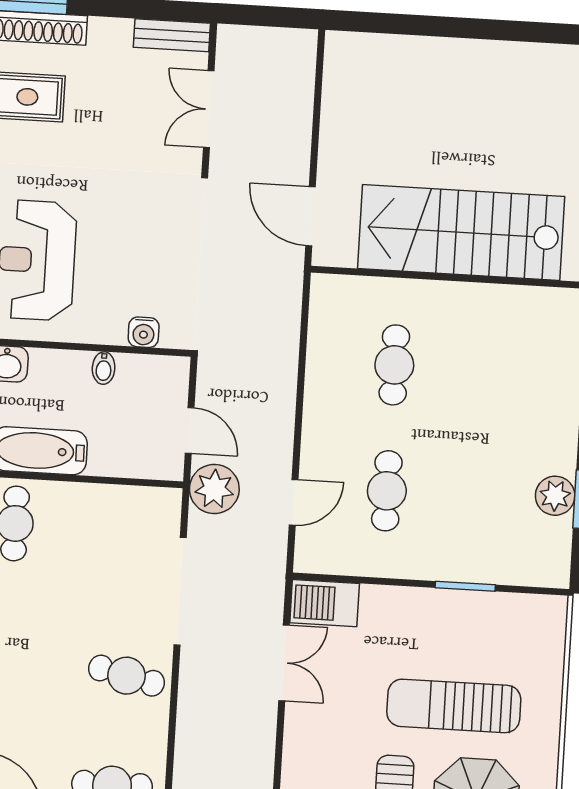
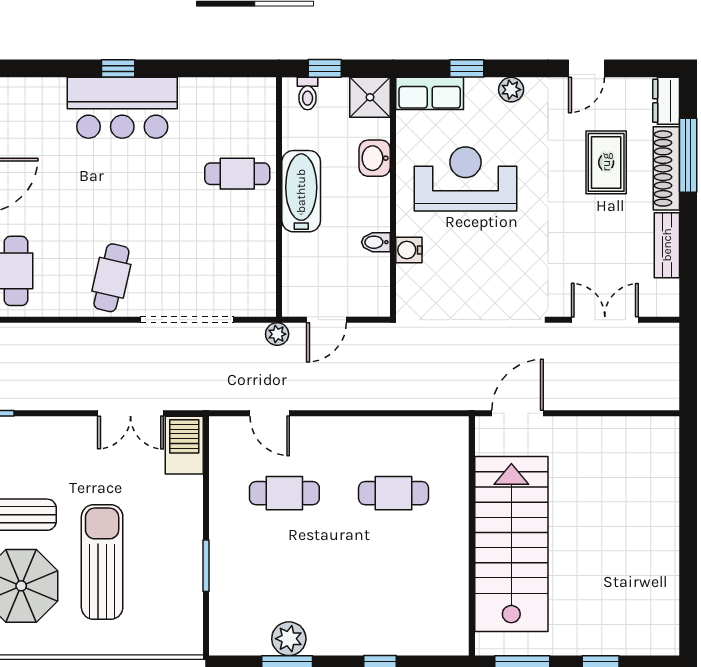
bench: (172, 35) -> (667, 245), moved
water cooler: (144, 332) -> (409, 250), moved
plant: (214, 489) -> (277, 334), width x0.53, depth x0.53

